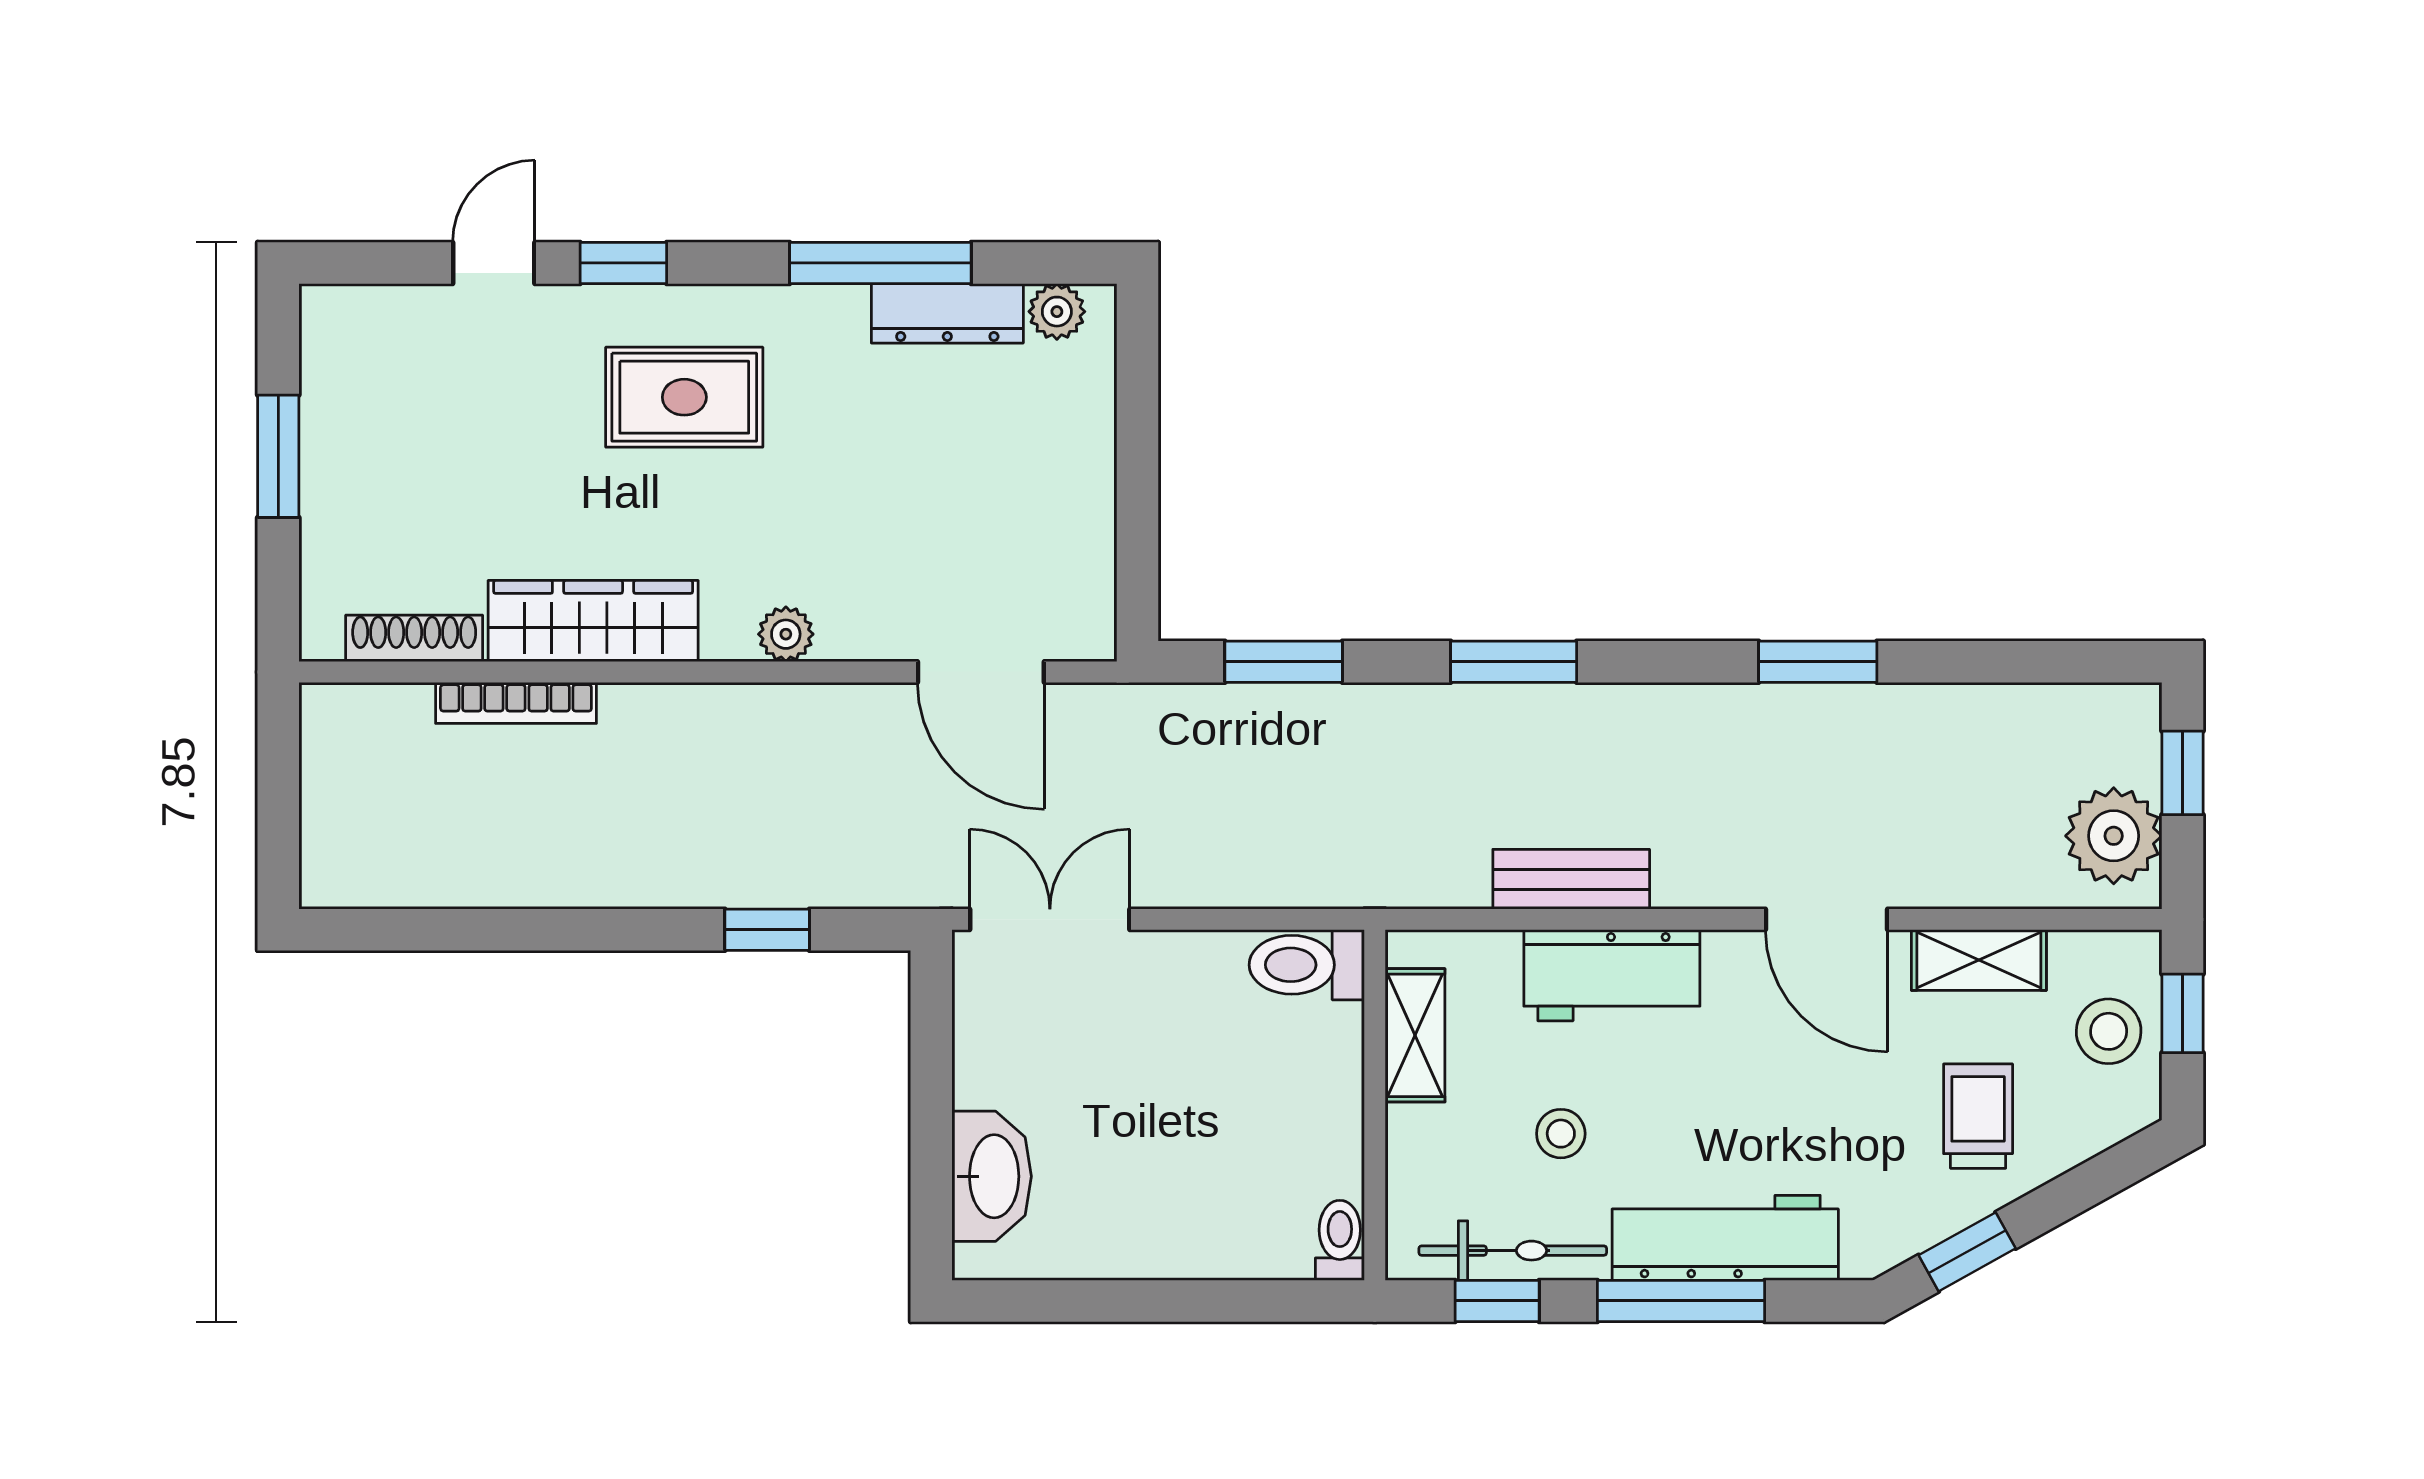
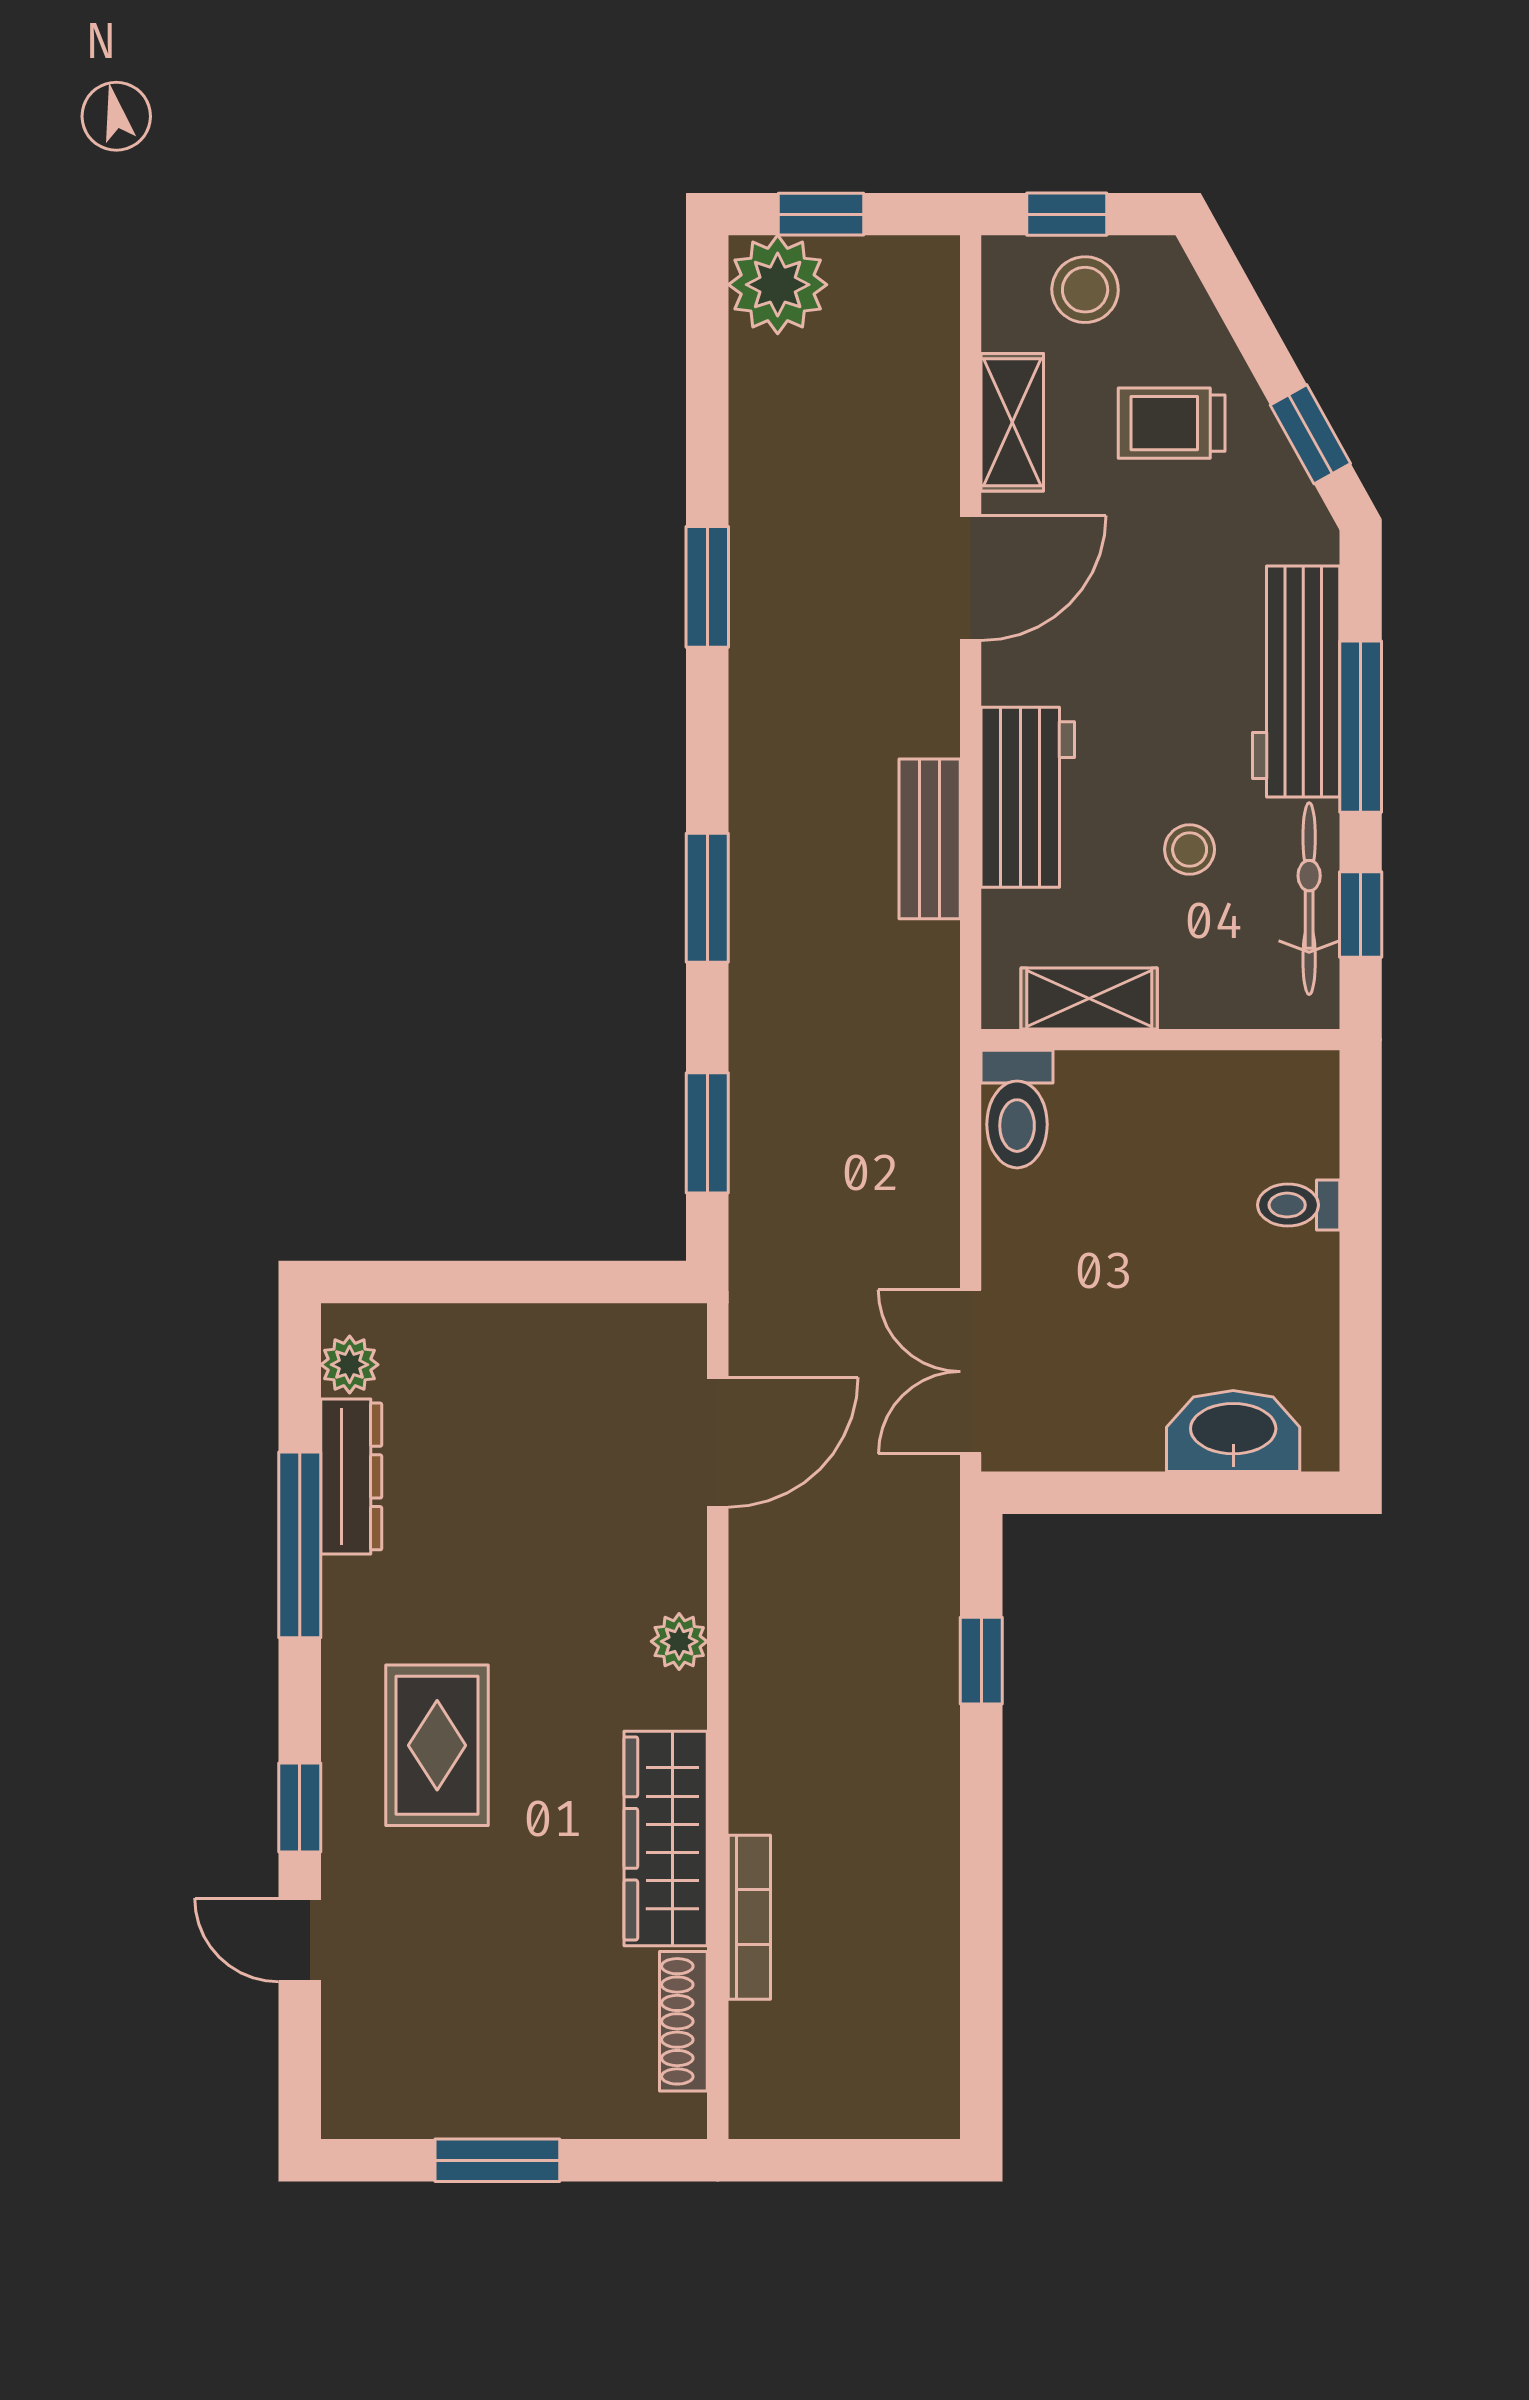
plant: (2114, 836) -> (778, 285), moved
toilet: (1340, 1240) -> (1299, 1205), moved

